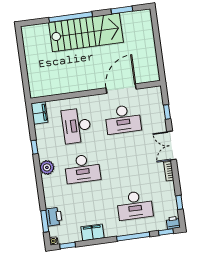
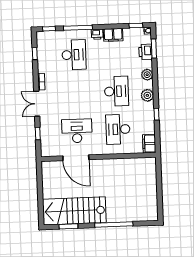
stairs: (86, 32) -> (74, 211), moved
door: (121, 89) -> (76, 158), hinge flipped
desk: (77, 126) -> (118, 129), turned 180
double door: (172, 146) -> (37, 104), swing flipped
desk: (82, 169) -> (116, 91), turned 90
plant: (49, 191) -> (147, 75), added
desk: (135, 205) -> (74, 55), turned 90
printer: (173, 223) -> (97, 34), moved

